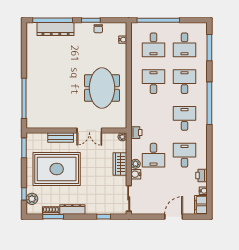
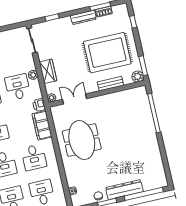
dresser: (56, 29) -> (124, 190), moved
filing cabinet: (138, 112) -> (42, 125), added
double door: (89, 130) -> (74, 99), moved
water cooler: (136, 174) -> (31, 65), removed
plant: (32, 199) -> (138, 77), moved

